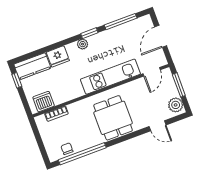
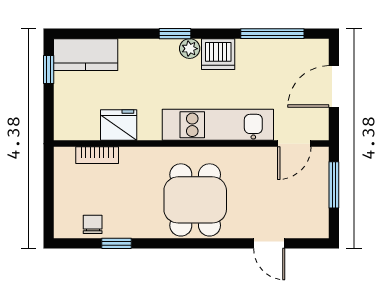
window: (89, 33) -> (175, 34), moved
fridge: (58, 56) -> (119, 125), moved, turned 180
dishwasher: (44, 102) -> (218, 54), moved, turned 180
plant: (176, 105) -> (315, 218), removed
window: (82, 154) -> (117, 243), width x0.32

